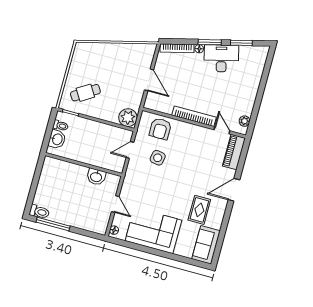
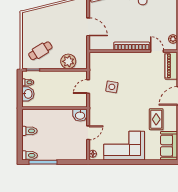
plant: (128, 118) -> (68, 61), moved
armchair: (160, 129) -> (108, 63), removed
washbasin: (96, 177) -> (80, 115), moved
toilet: (47, 183) -> (29, 131), added
door: (115, 204) -> (88, 133), hinge flipped

